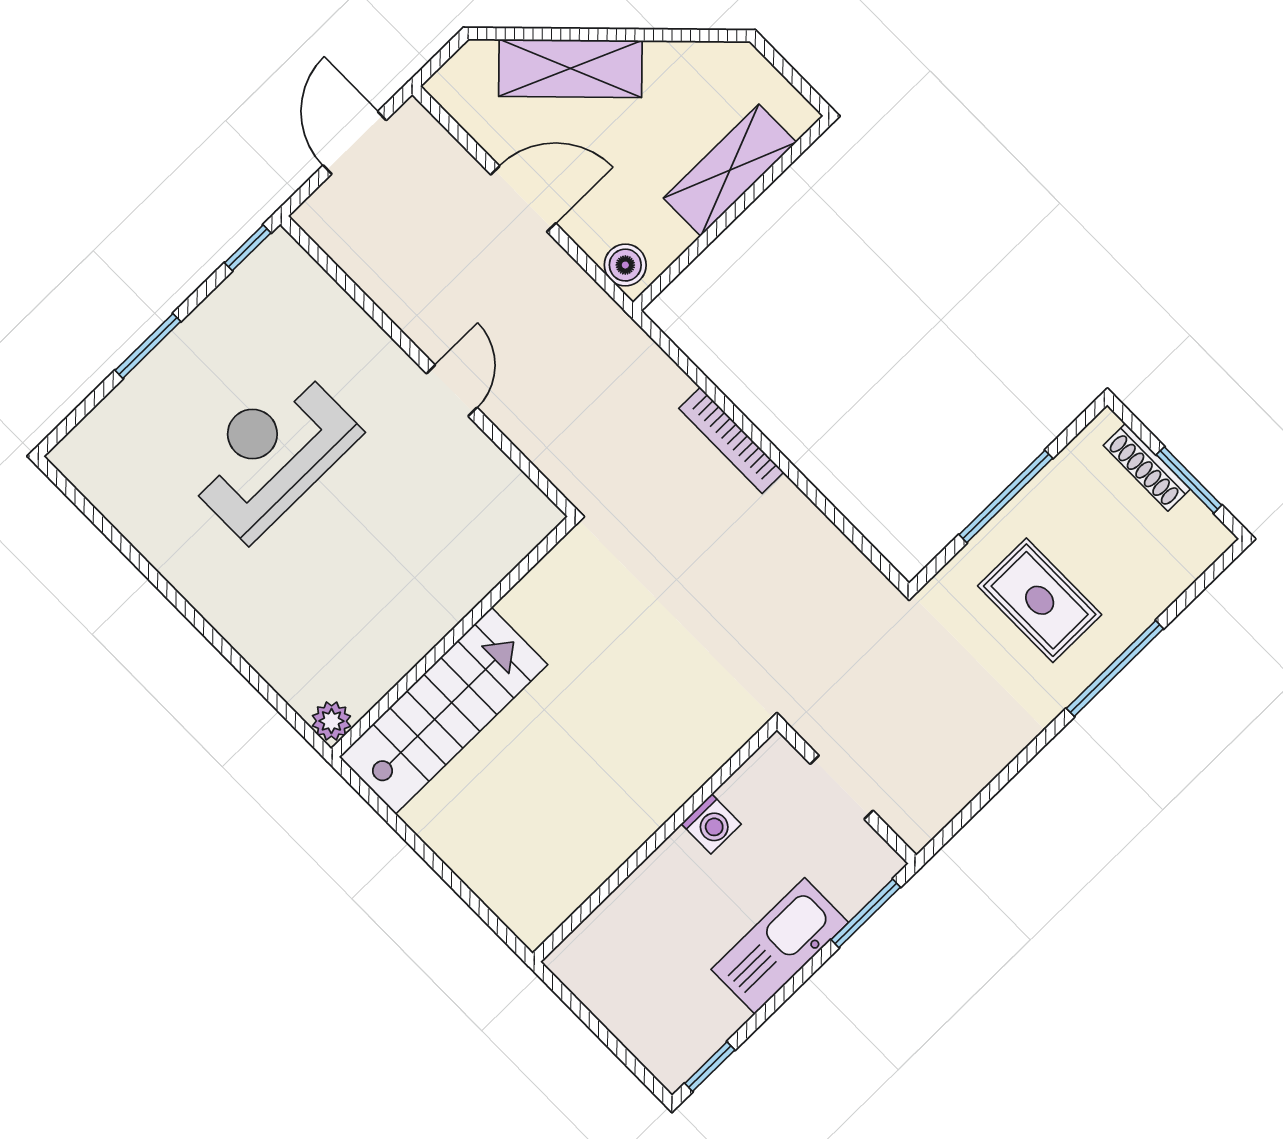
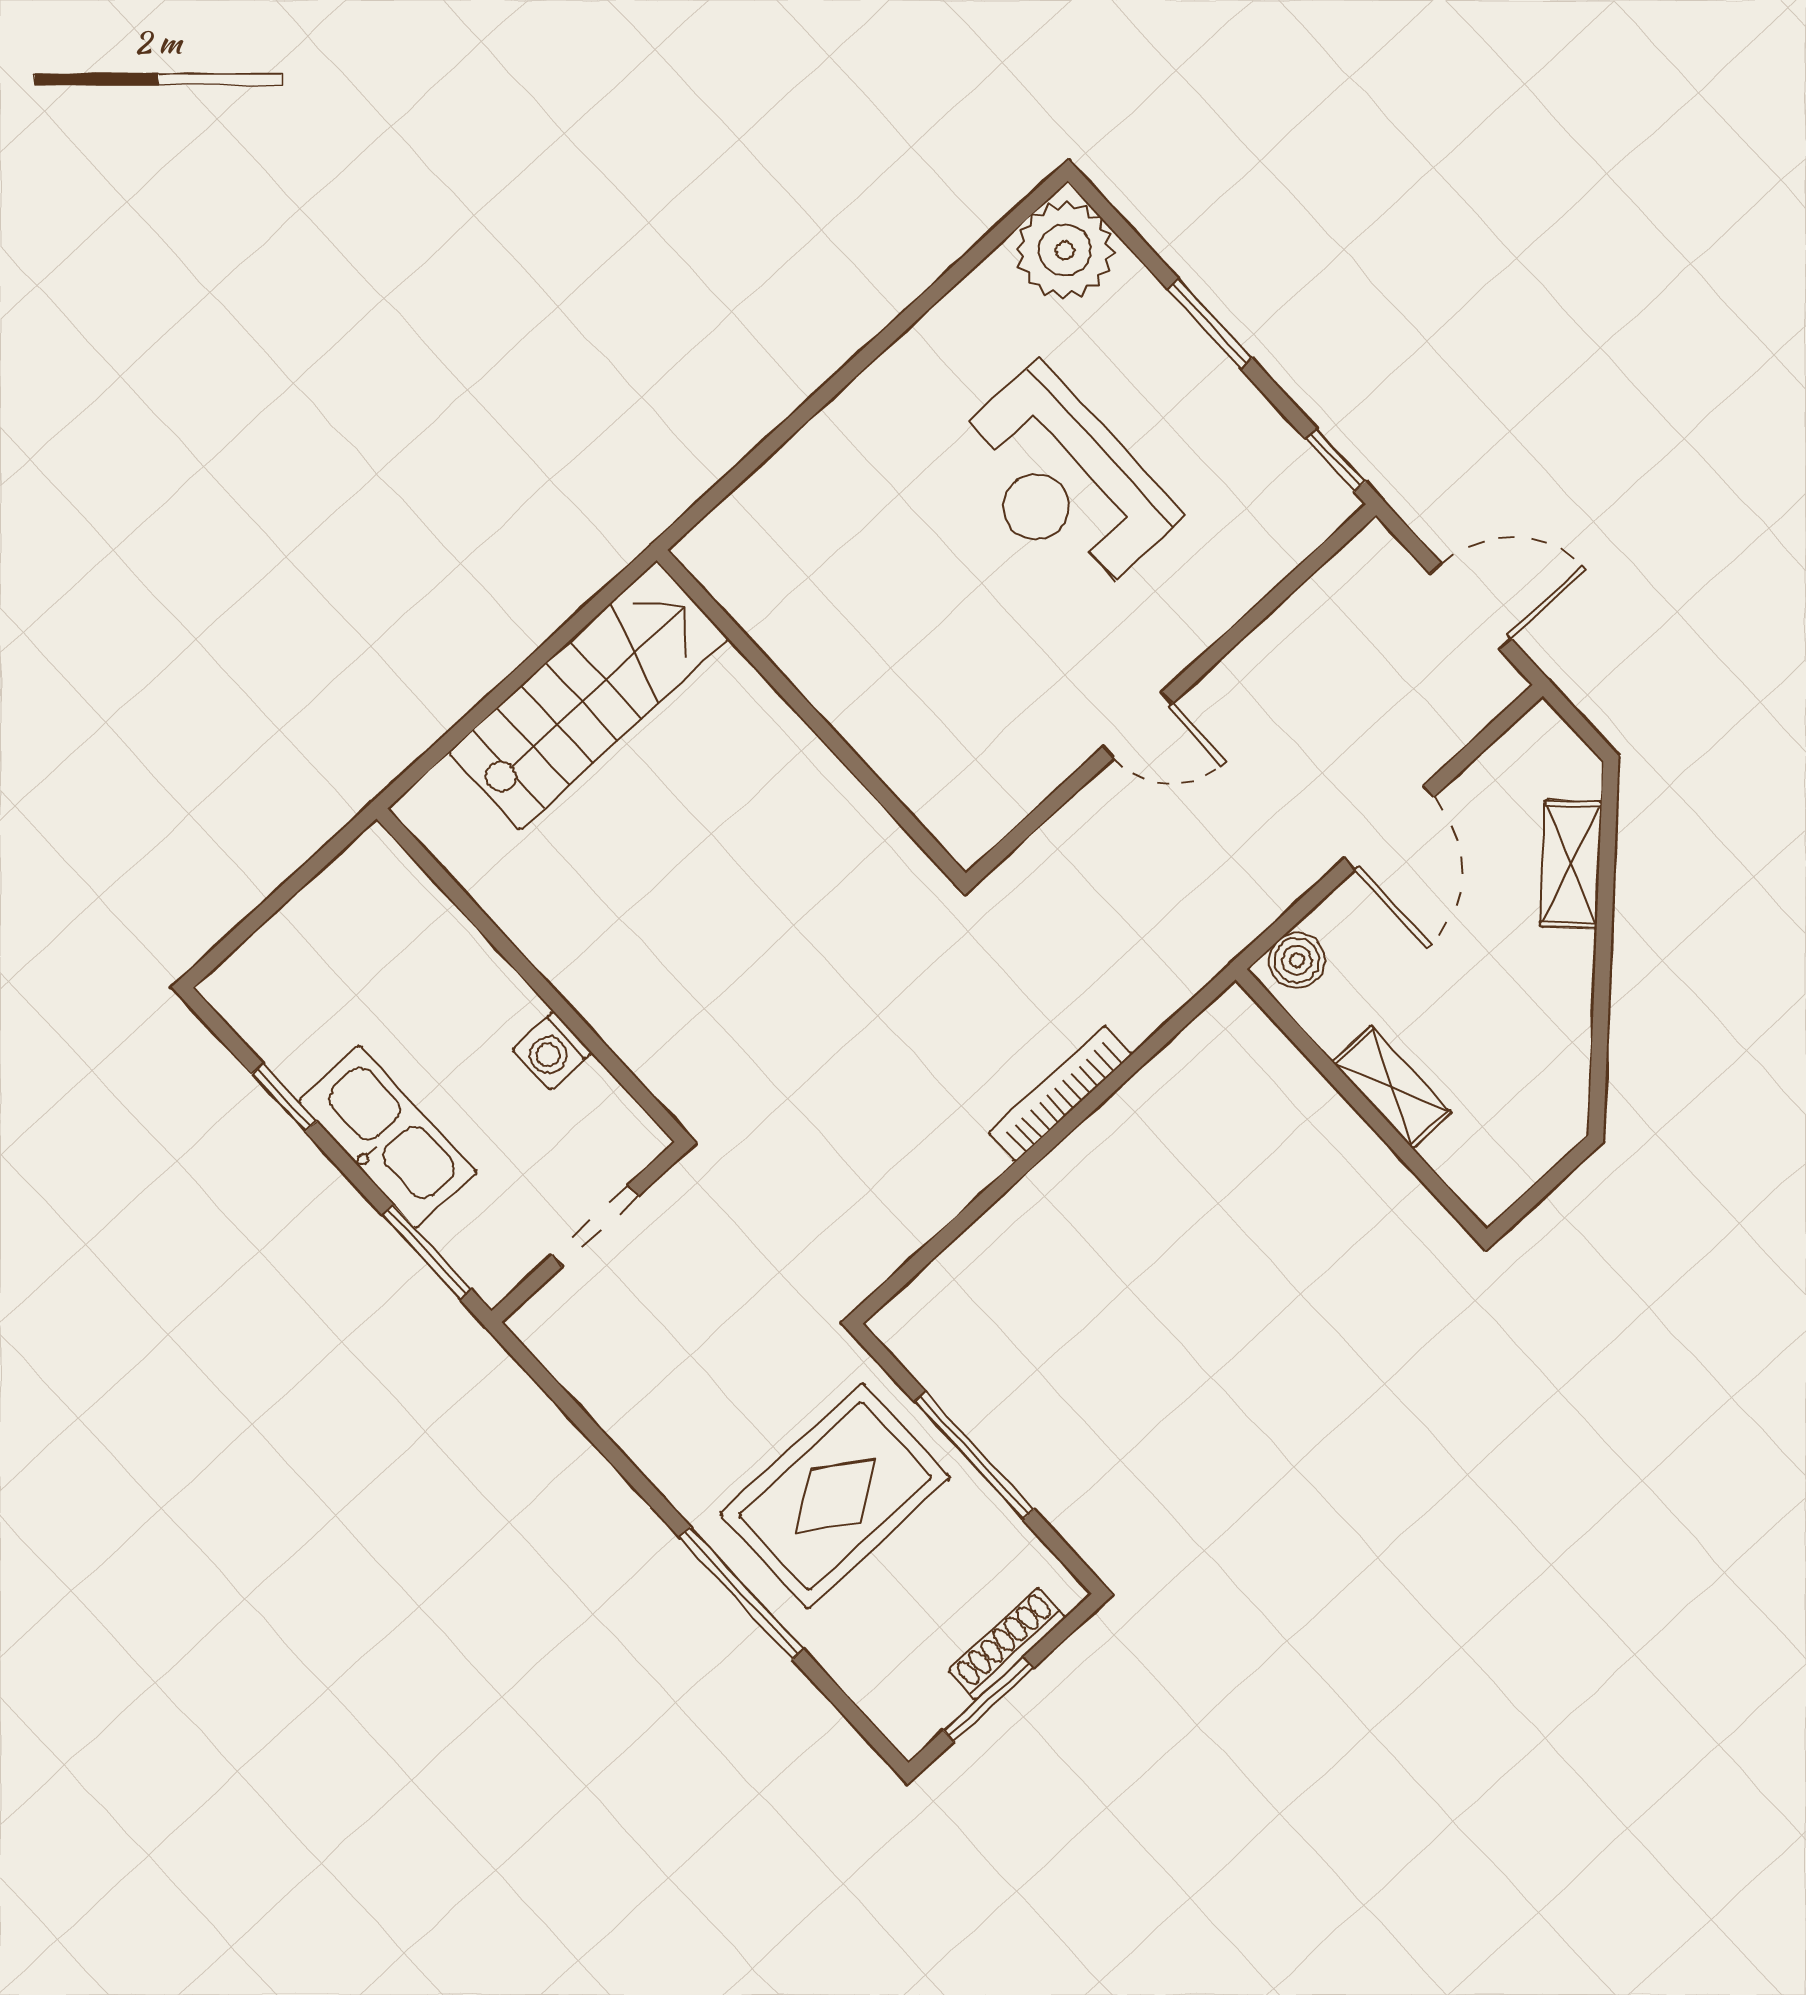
shelving: (570, 68) -> (1571, 864), width x0.67, depth x0.75
shelving: (730, 170) -> (1392, 1087), width x0.67, depth x0.75
reception desk: (271, 453) -> (1062, 483), turned 180
rug: (1040, 600) -> (835, 1496), width x1.36, depth x1.43
stairs: (443, 711) -> (589, 695), moved, turned -90
plant: (331, 721) -> (1065, 250), moved, width x1.87, depth x1.87
window: (710, 1067) -> (284, 1098), moved

